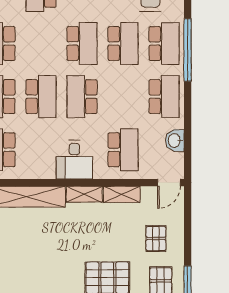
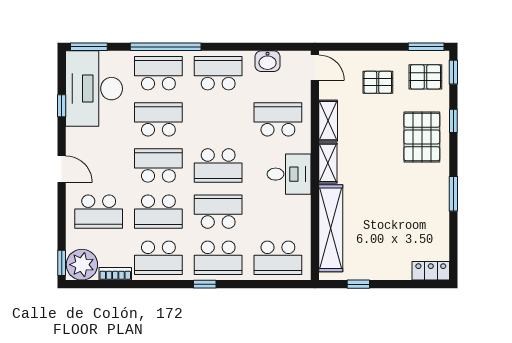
school desk: (41, 43) -> (158, 212), added

